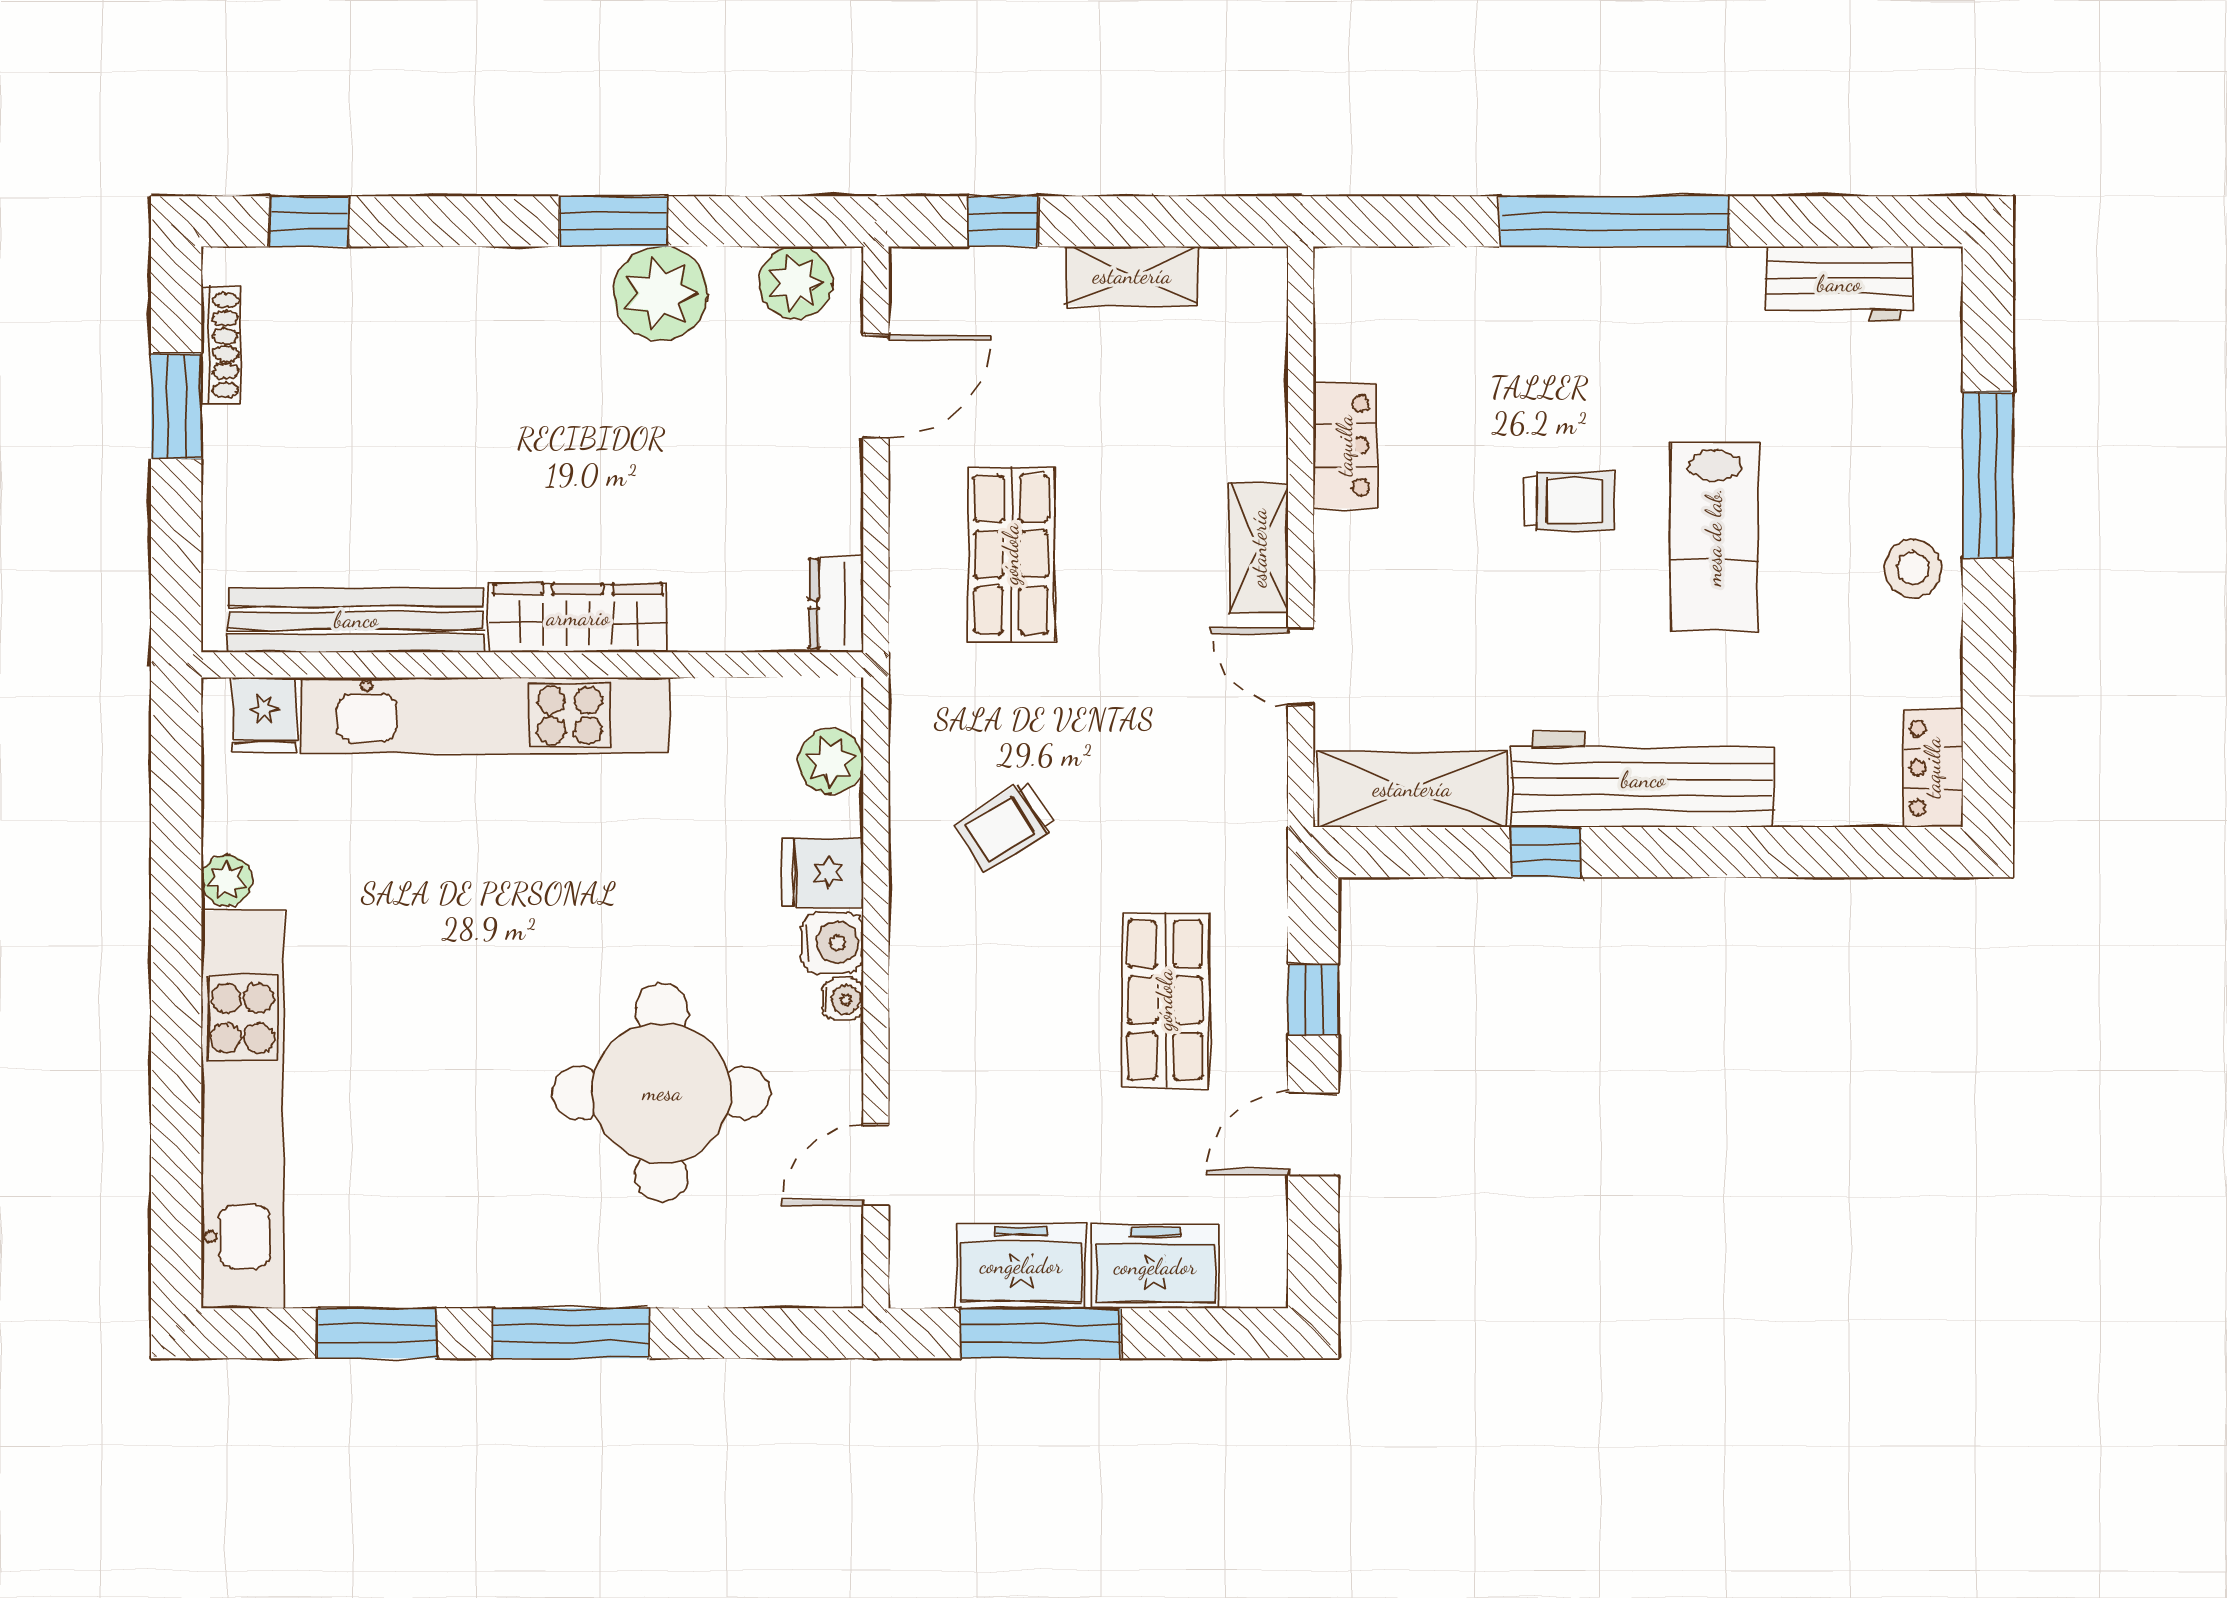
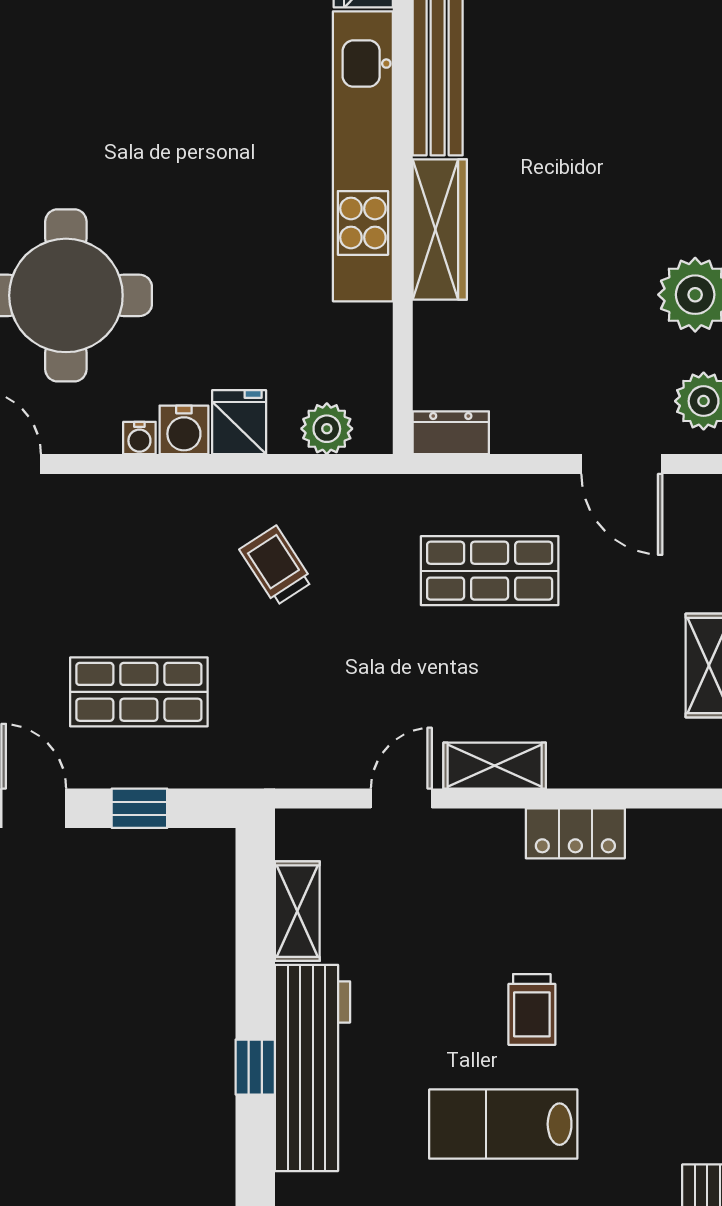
shelving: (1412, 789) -> (297, 911), width x0.67, depth x0.75
window: (1546, 852) -> (255, 1067), moved

